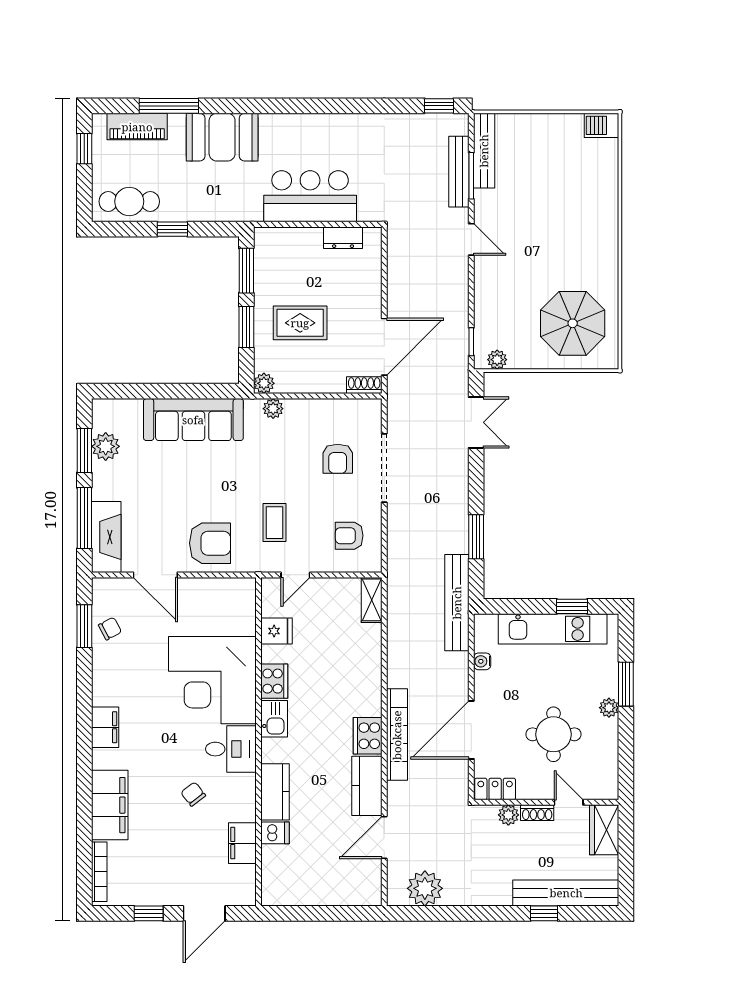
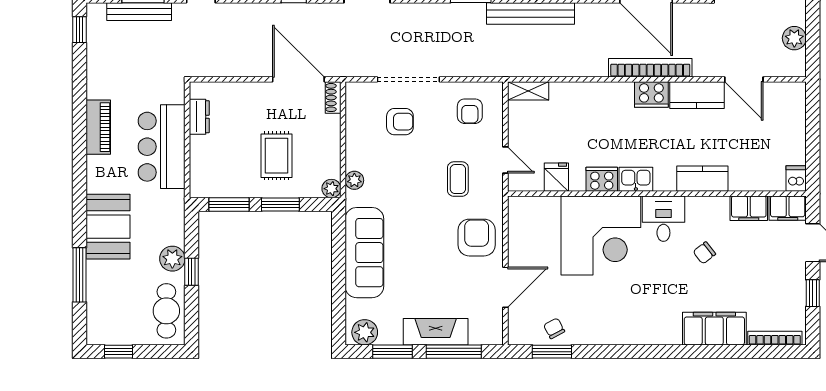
piano: (137, 127) -> (98, 127), moved
plant: (187, 208) -> (172, 259), added
plant: (106, 446) -> (365, 332), moved
coffee table: (274, 523) -> (458, 179), turned 90
fireplace: (106, 537) -> (436, 332), moved
filing cabinet: (105, 727) -> (788, 208), moved, turned 180
dishwasher: (275, 833) -> (796, 179), moved
plant: (425, 888) -> (794, 38), width x0.73, depth x0.73

